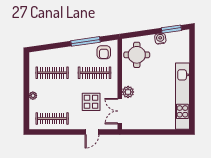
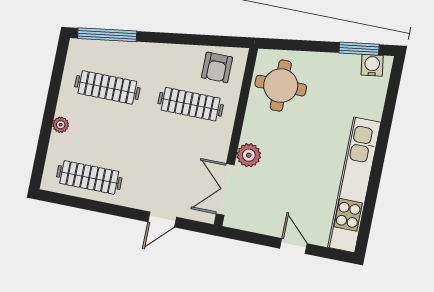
water cooler: (160, 39) -> (372, 65), moved
window: (86, 41) -> (107, 35), moved
display table: (91, 102) -> (172, 160), removed
door: (159, 132) -> (293, 246), added

